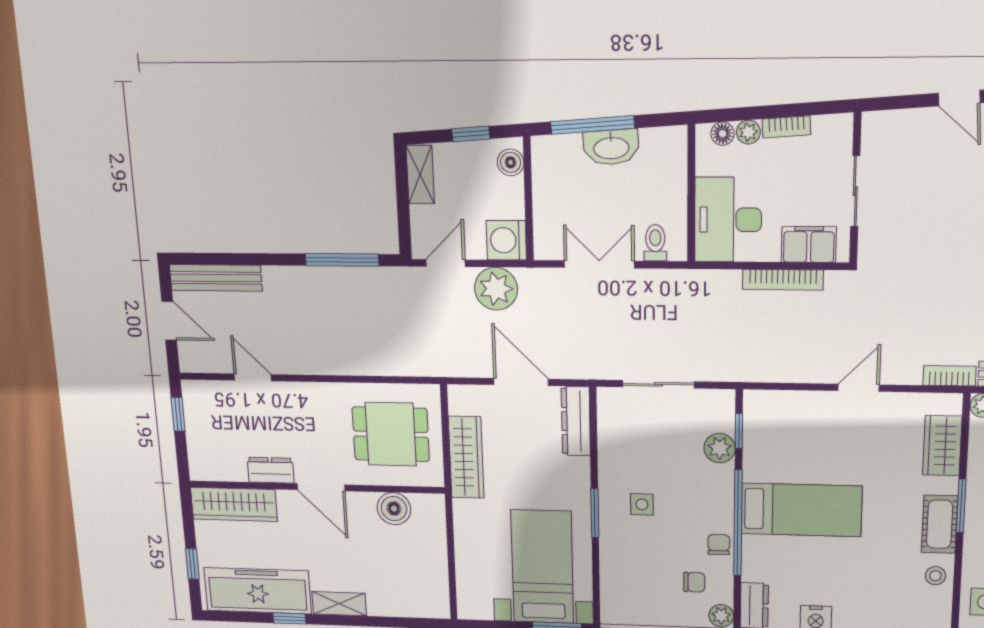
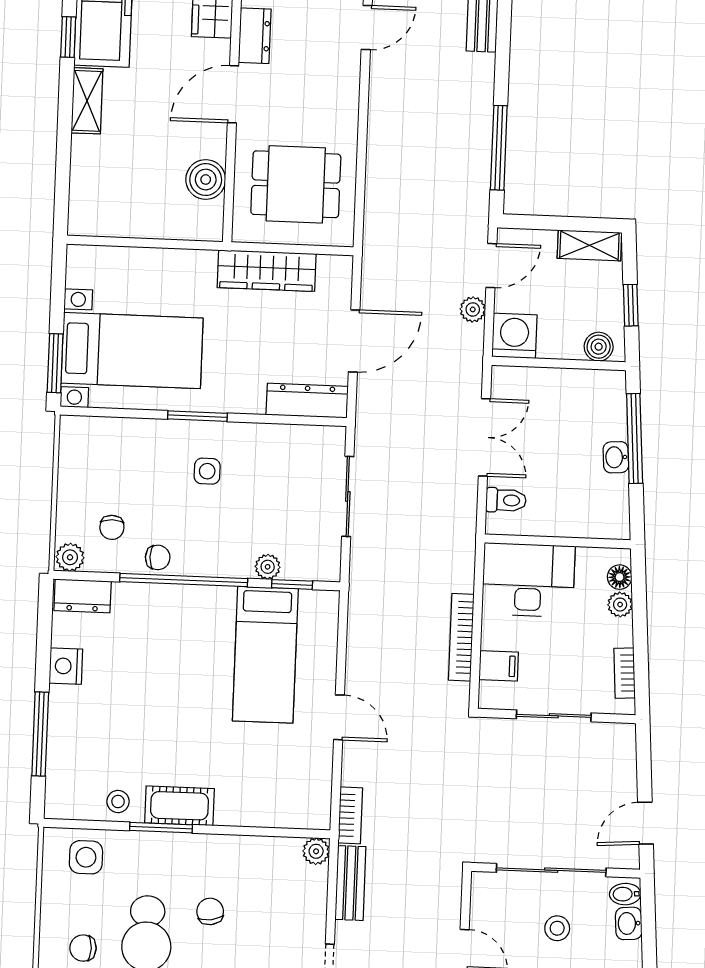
bookcase: (786, 127) -> (625, 673), moved
washbasin: (611, 147) -> (616, 457), width x0.52, depth x0.69
filing cabinet: (809, 245) -> (499, 666), width x0.50
door: (446, 263) -> (491, 266), hinge flipped
plant: (496, 289) -> (473, 309), width x0.53, depth x0.53
dining table: (391, 434) -> (296, 184), turned 90
wardrobe: (942, 446) -> (271, 808), removed
plant: (720, 448) -> (268, 567), width x0.73, depth x0.73
window: (961, 506) -> (161, 828), moved
bed: (801, 510) -> (265, 655), moved

